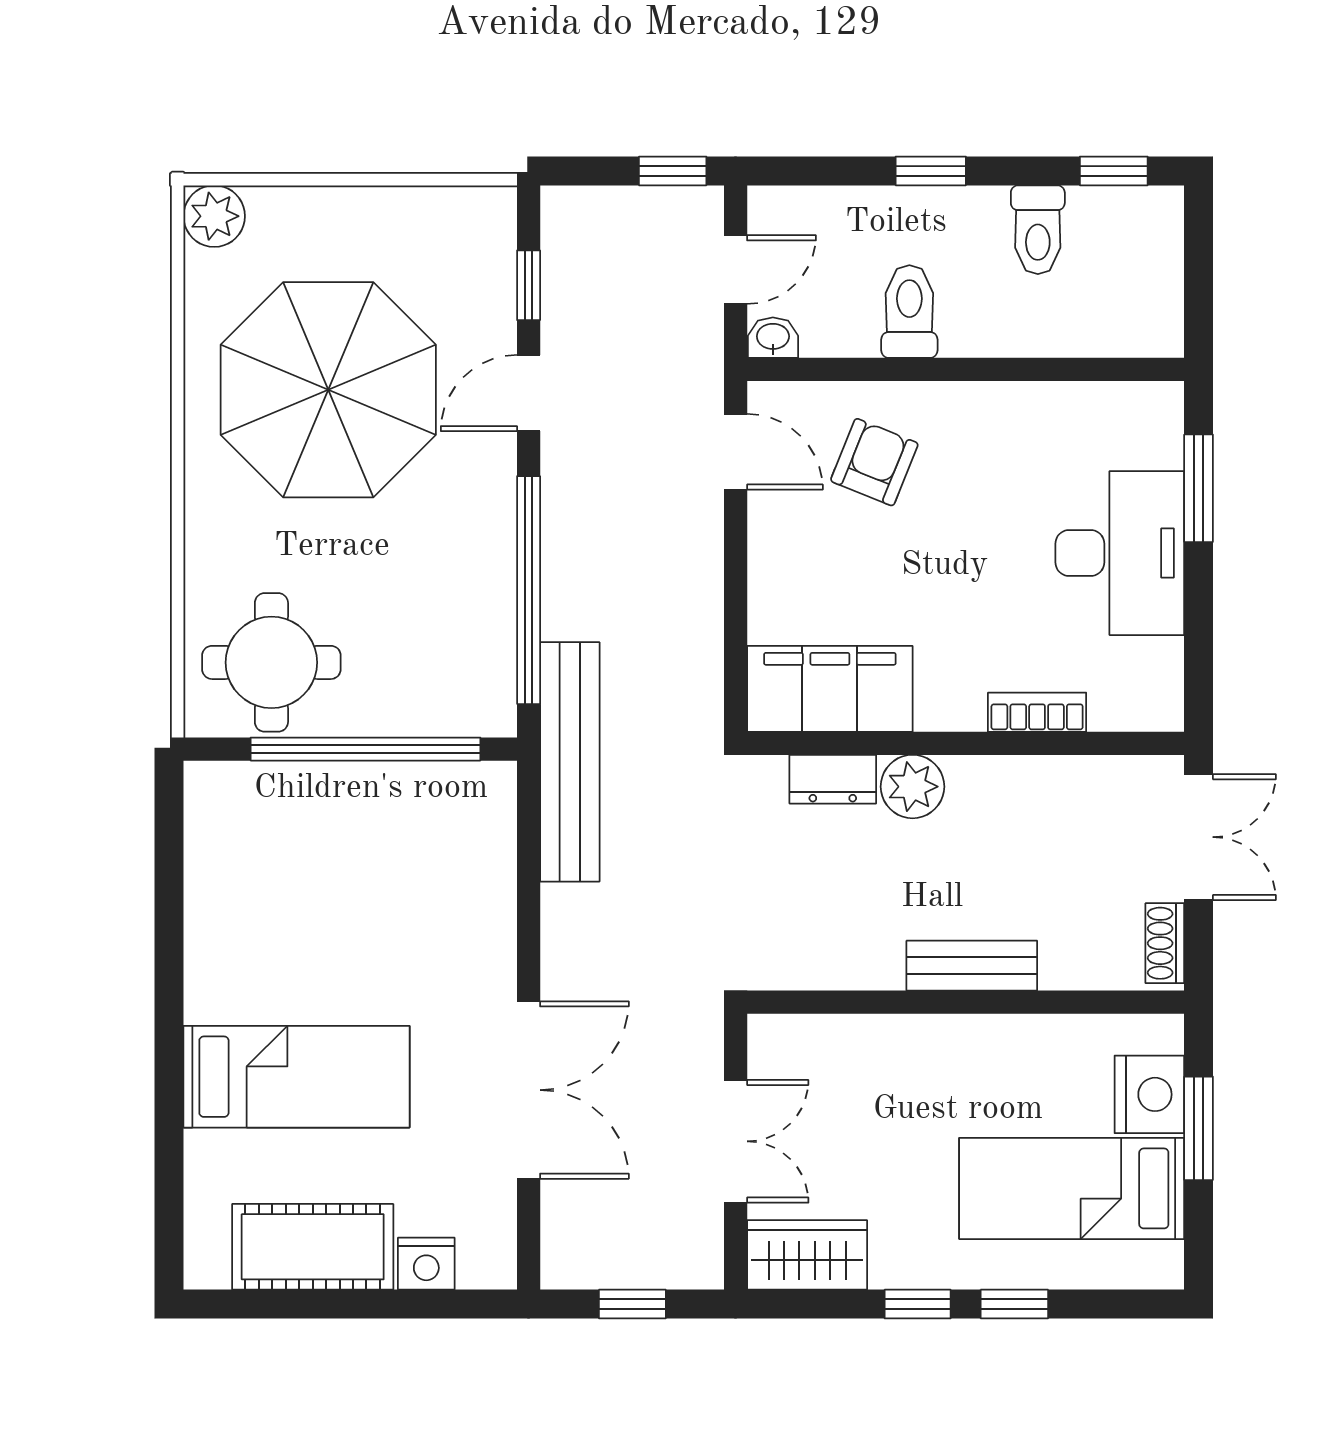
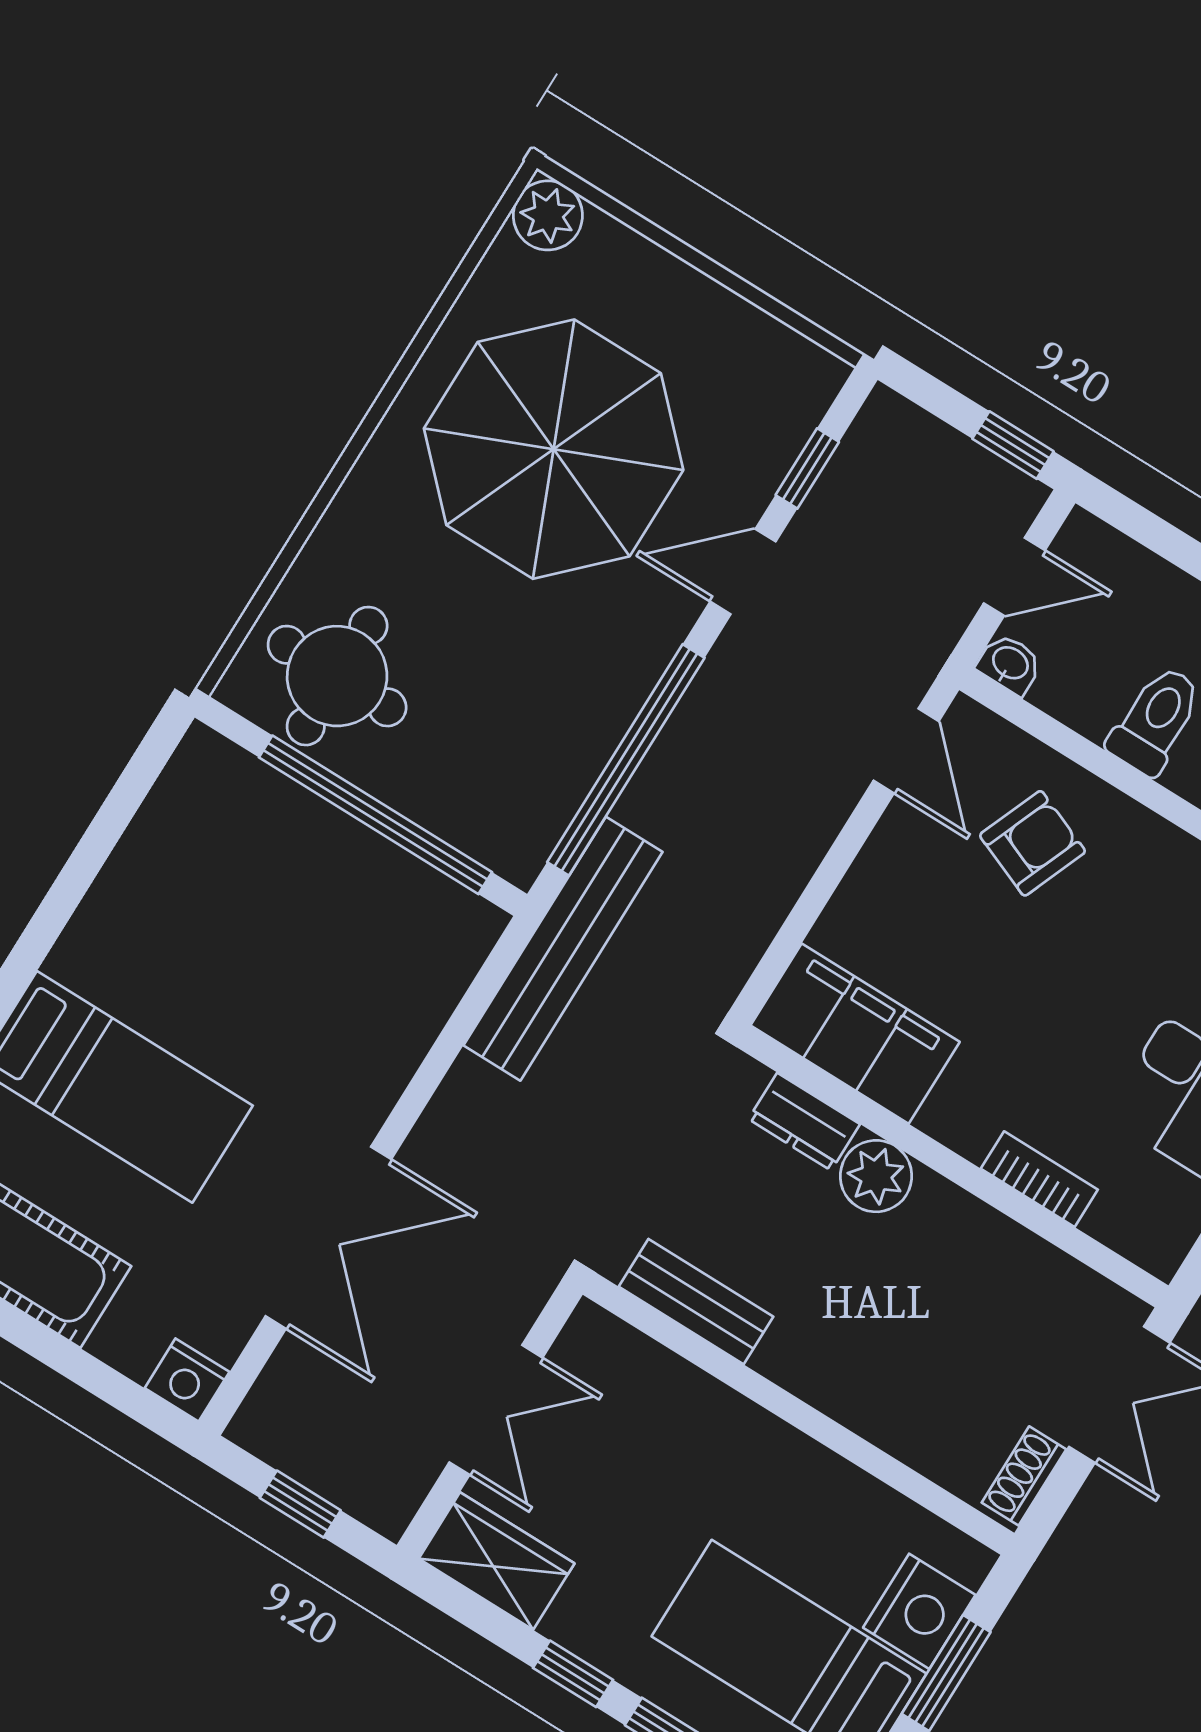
bench: (972, 966) -> (696, 1302), moved
nightstand: (426, 1264) -> (187, 1380), moved

